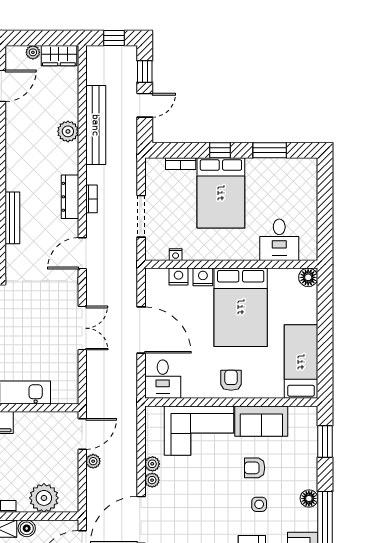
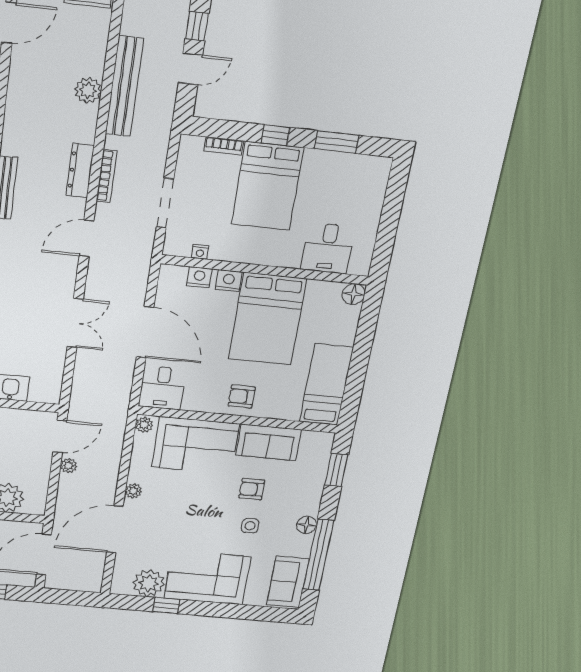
bookcase: (91, 199) -> (107, 176), width x1.56
armchair: (231, 380) -> (242, 397), turned -90
plant: (152, 464) -> (144, 425), moved

